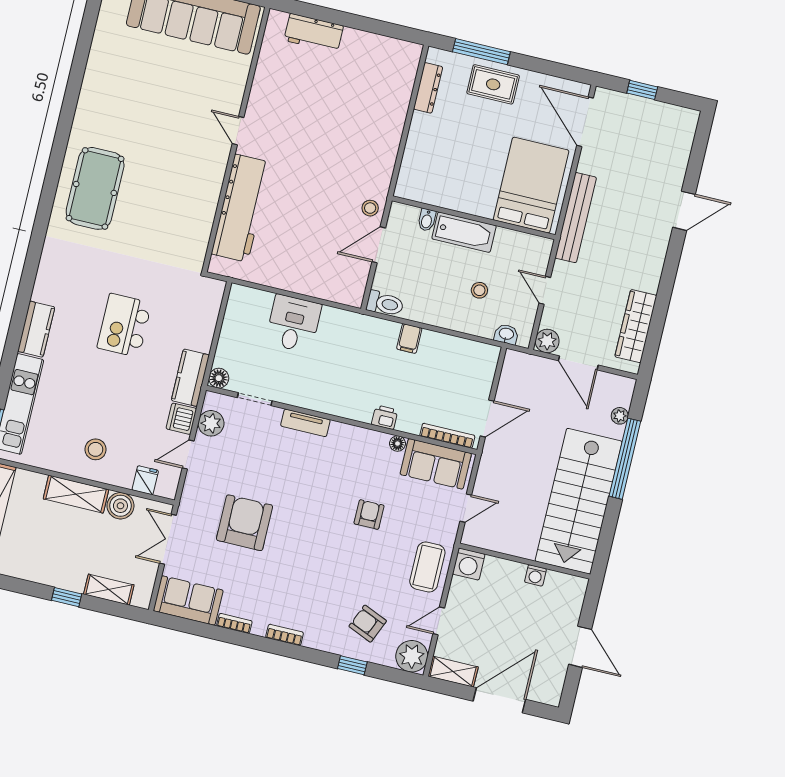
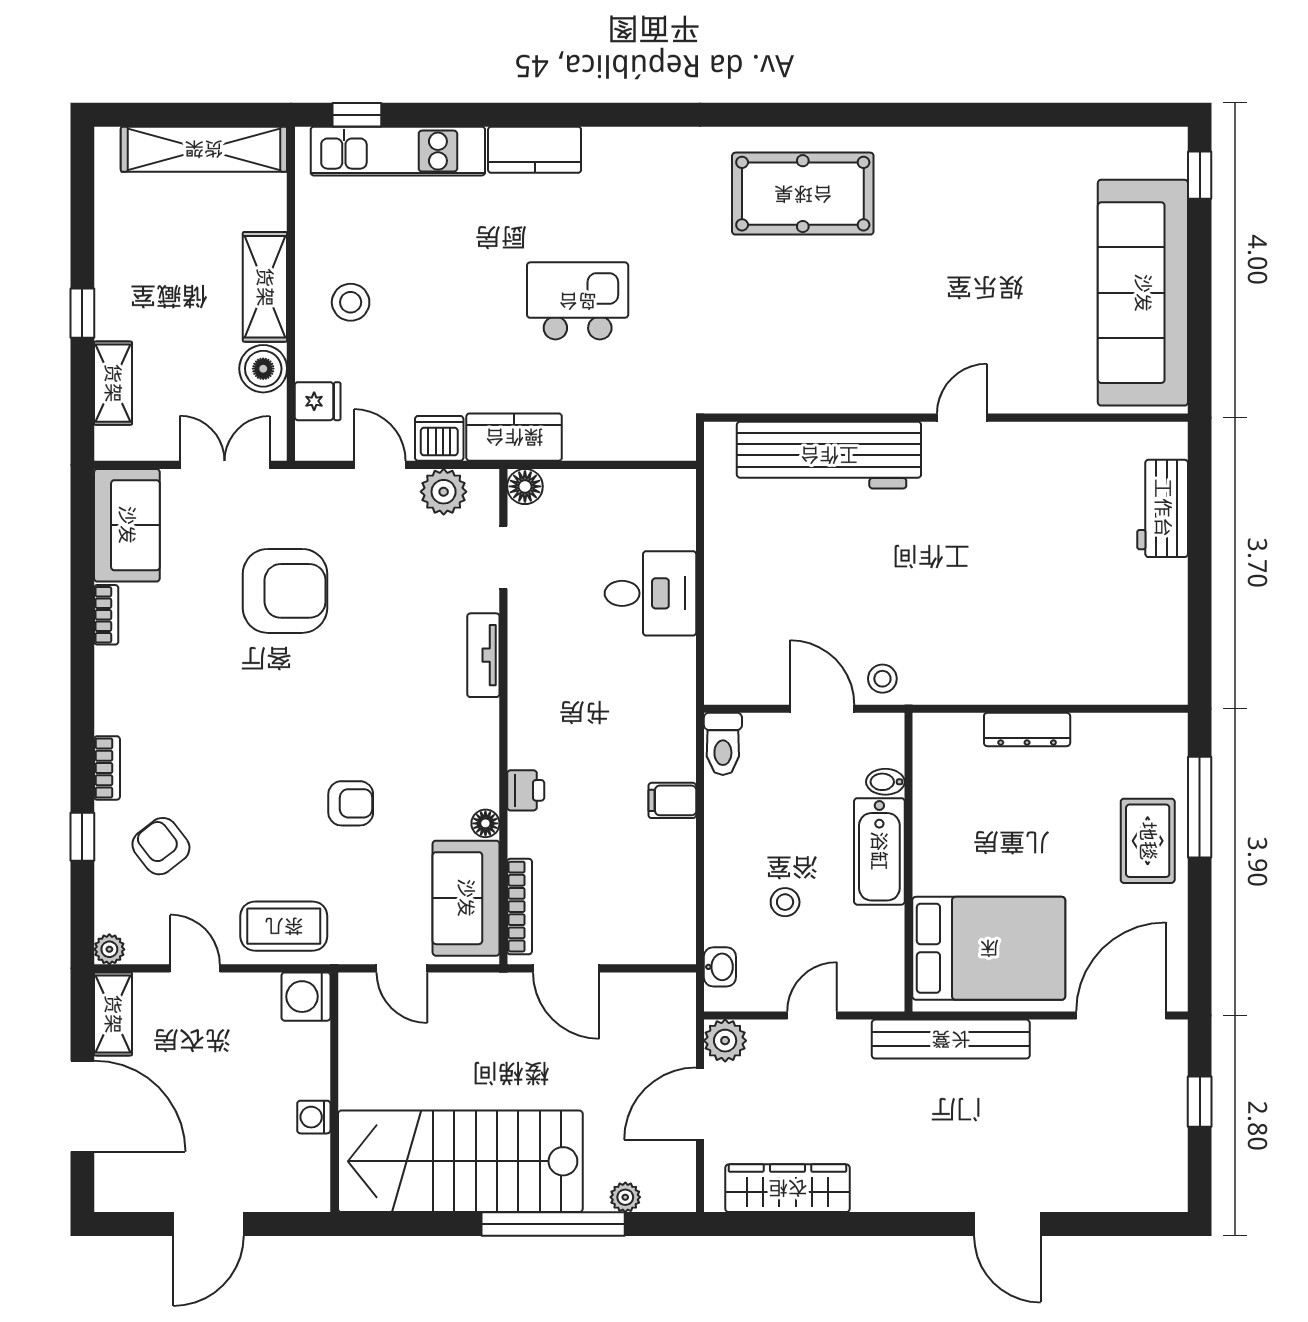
dresser: (428, 88) -> (1027, 729), moved
armchair: (368, 624) -> (161, 846), turned -61
bookcase: (285, 635) -> (107, 768), moved
plant: (412, 656) -> (109, 949), width x0.53, depth x0.53

